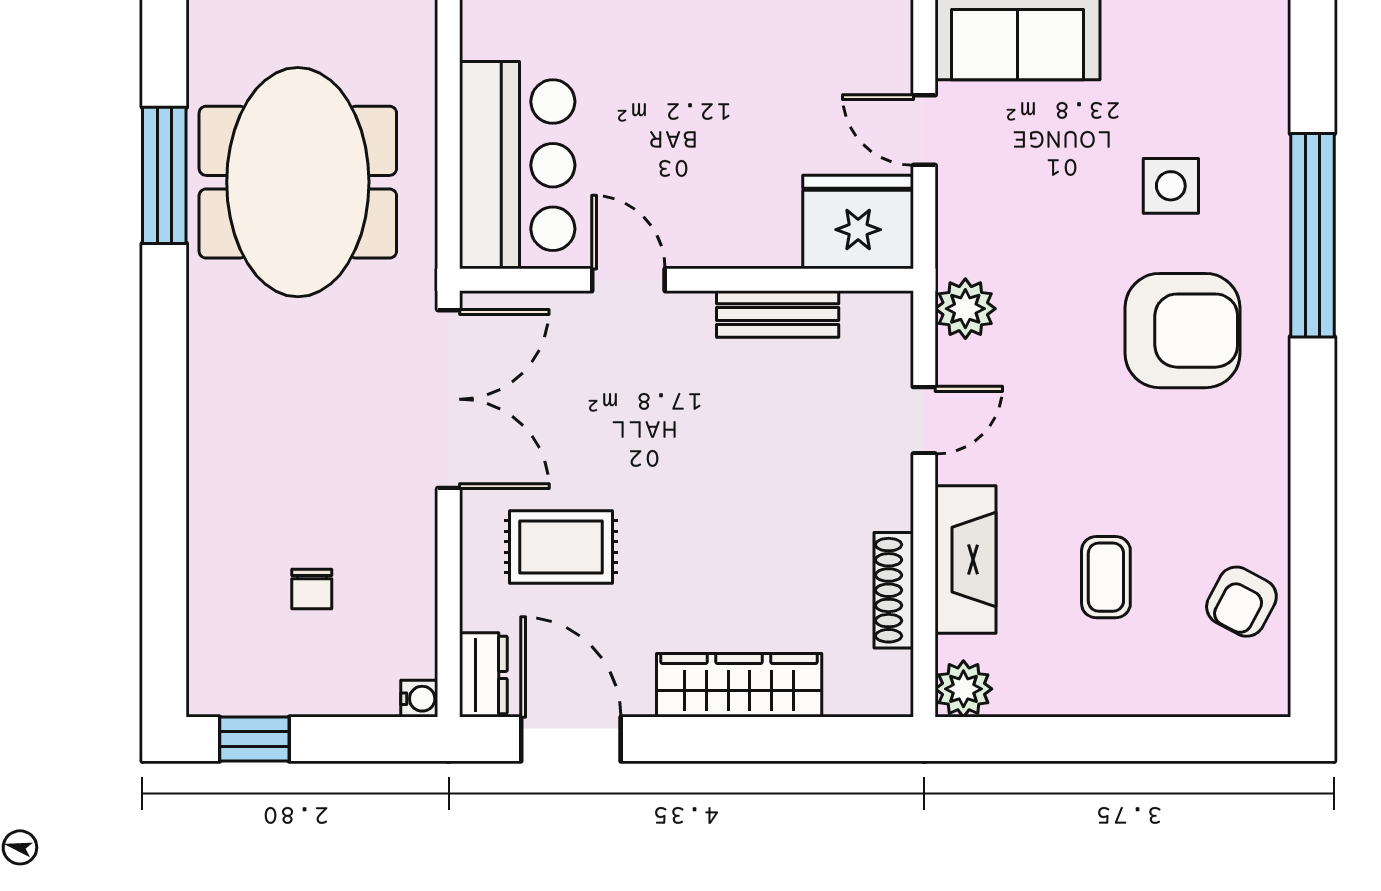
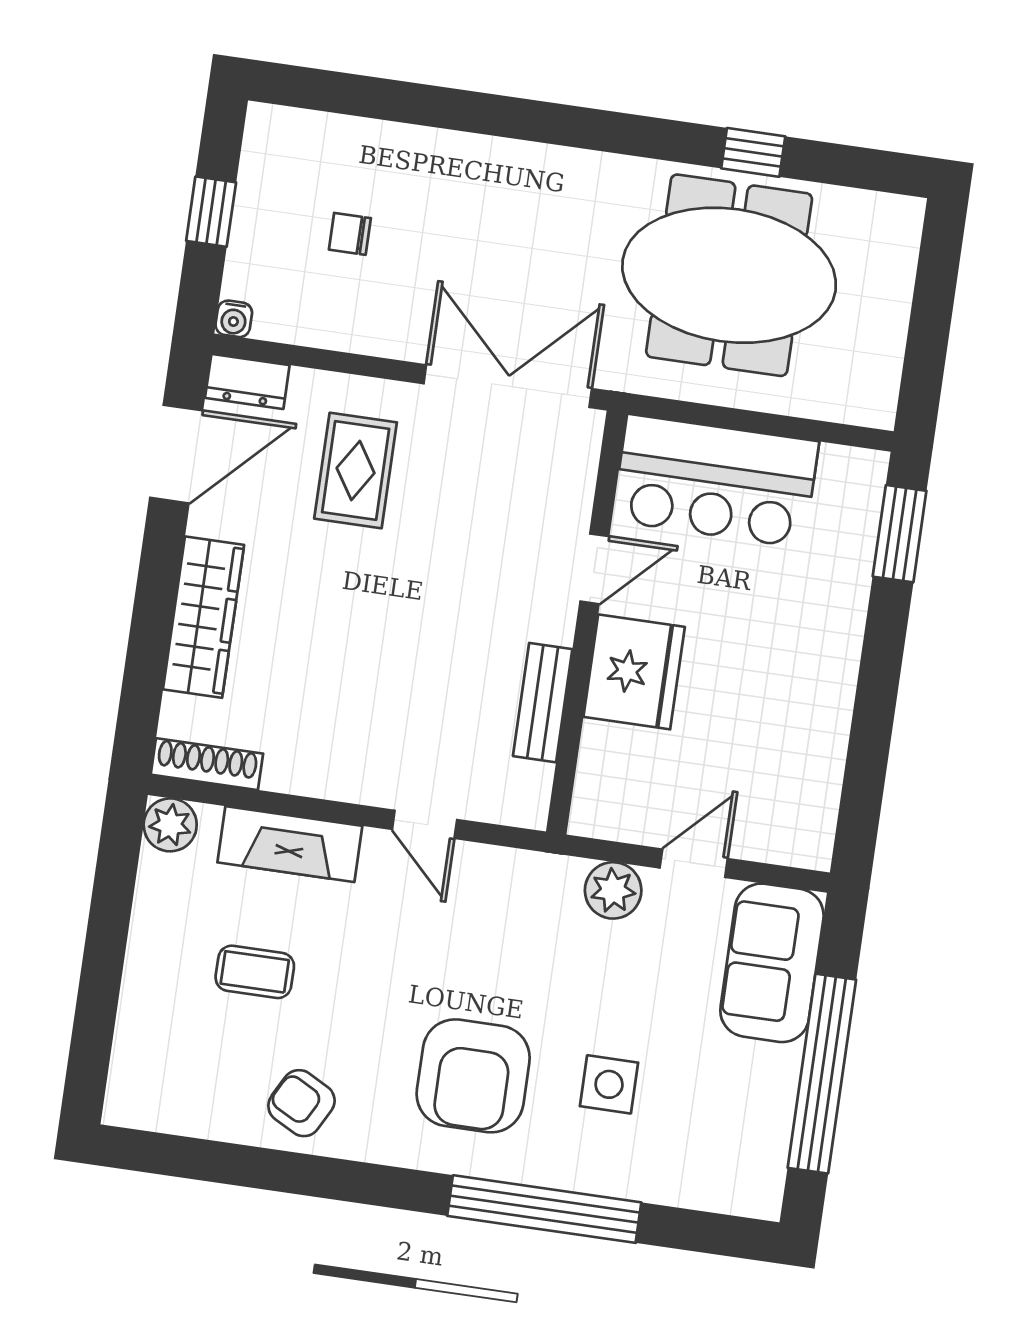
window: (164, 175) -> (753, 152), width x0.46
fridge: (858, 222) -> (634, 672), moved
plant: (965, 309) -> (613, 890), moved
double door: (449, 399) -> (508, 386), swing flipped
shoe rack: (894, 590) -> (207, 764), moved
armchair: (1241, 602) -> (301, 1103), moved
window: (254, 739) -> (211, 212), moved

